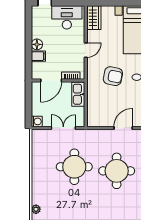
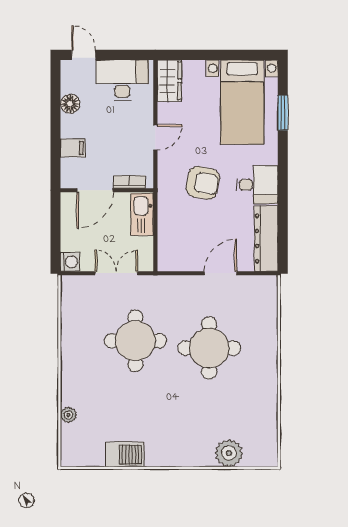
floor lamp: (37, 44) -> (70, 104), moved

